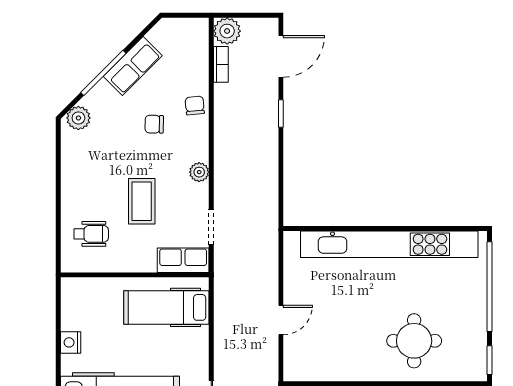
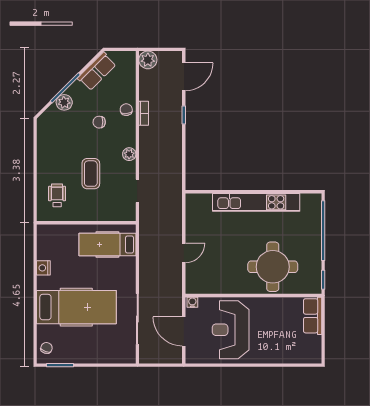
bookcase: (221, 64) -> (144, 113), moved
row of seats: (133, 66) -> (97, 71), moved
plant: (78, 118) -> (64, 102), moved
wheelchair: (91, 234) -> (57, 195), turned -90
kitchen unit: (389, 244) -> (256, 202), width x0.73
row of seats: (183, 260) -> (119, 213), removed
round table: (414, 341) -> (273, 267), width x1.36, depth x1.36

